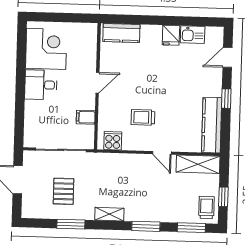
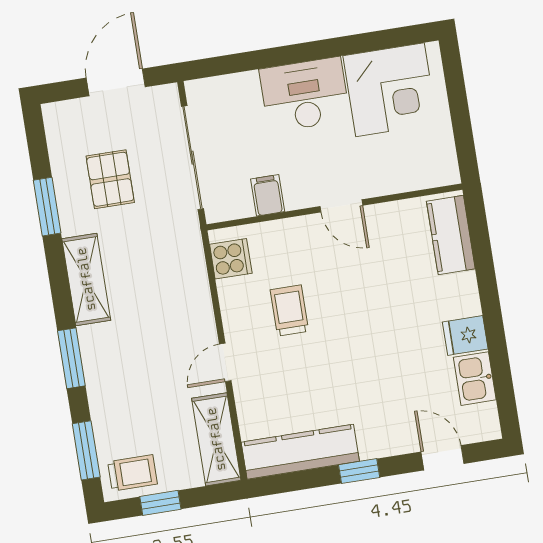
desk: (41, 85) -> (305, 95), width x1.37
pallet: (64, 191) -> (110, 179), turned 90
shelving: (109, 214) -> (86, 279), width x1.50, depth x1.33

